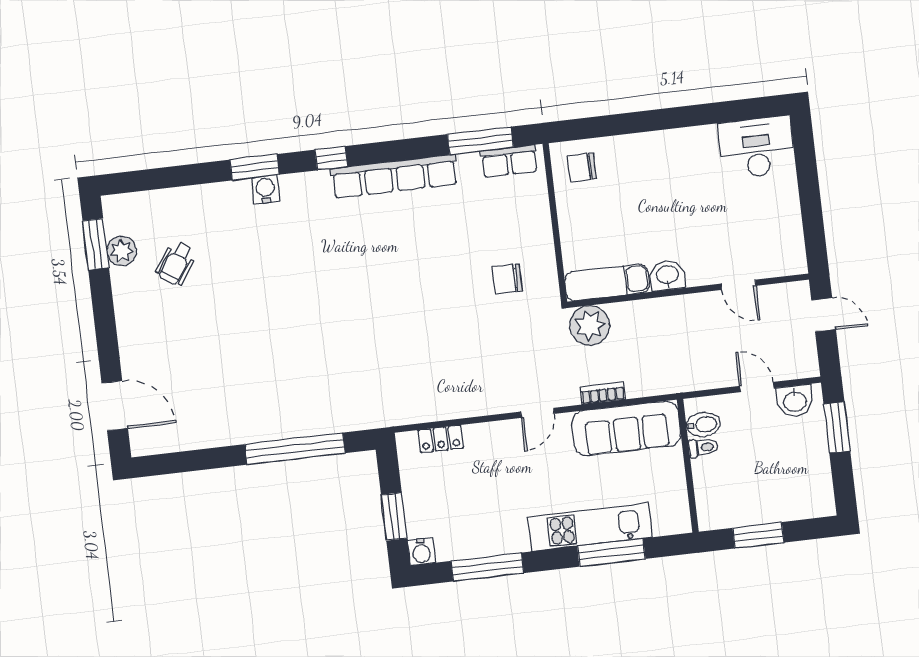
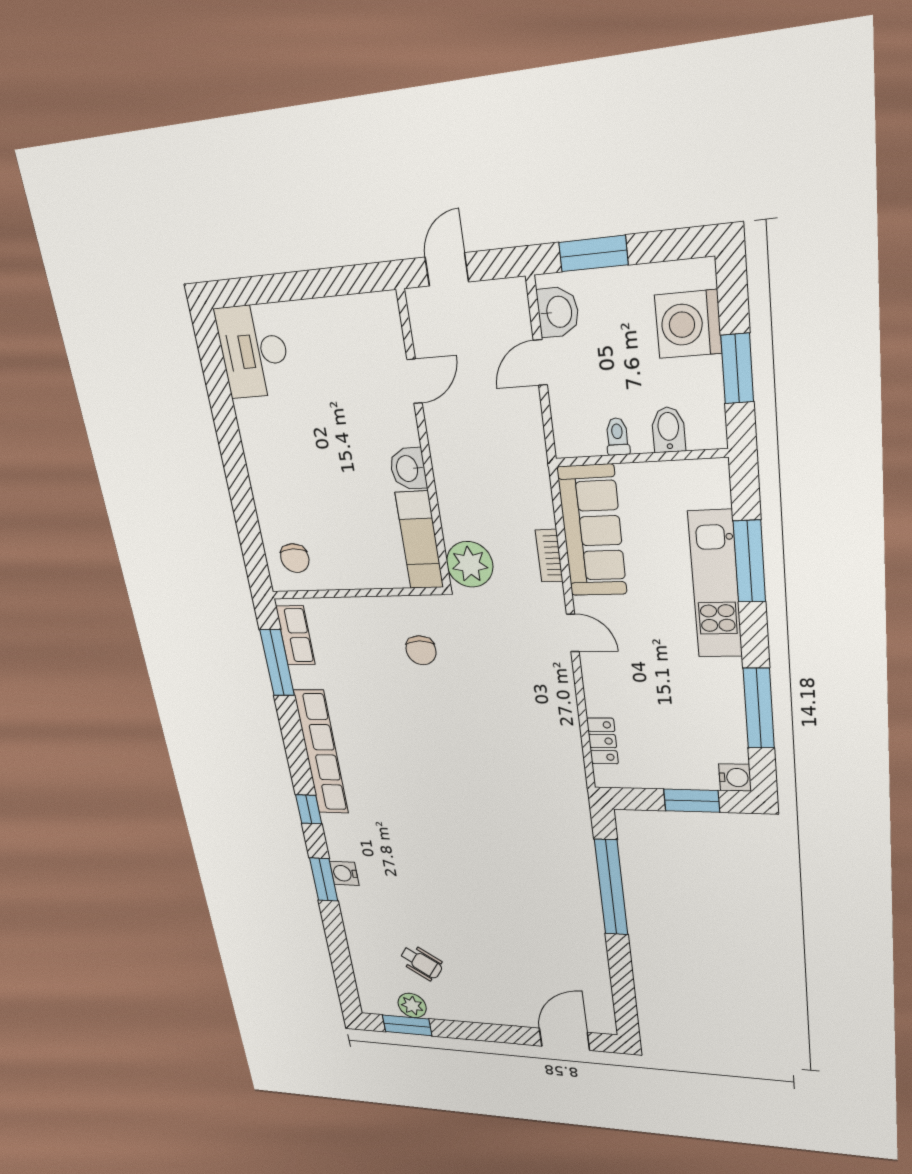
bidet: (703, 424) -> (668, 430), moved
washing machine: (789, 498) -> (688, 324), added

